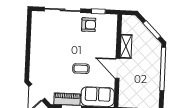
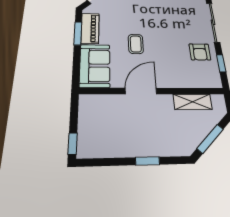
shelving: (126, 46) -> (193, 102), moved
window: (163, 69) -> (147, 161), width x0.32

